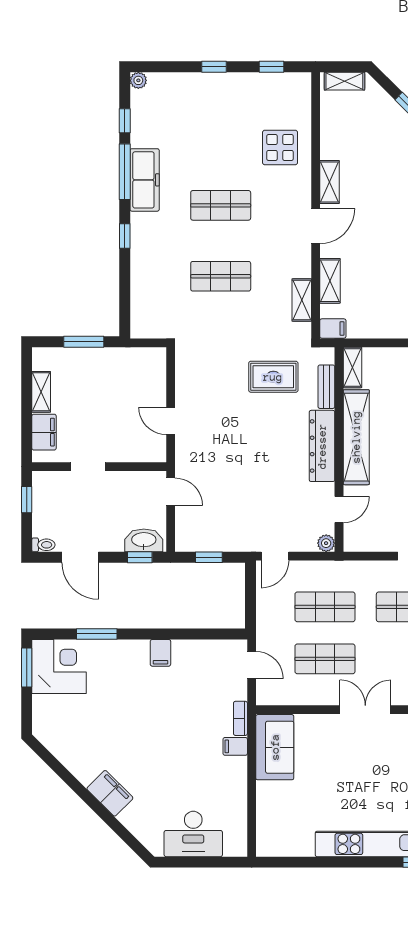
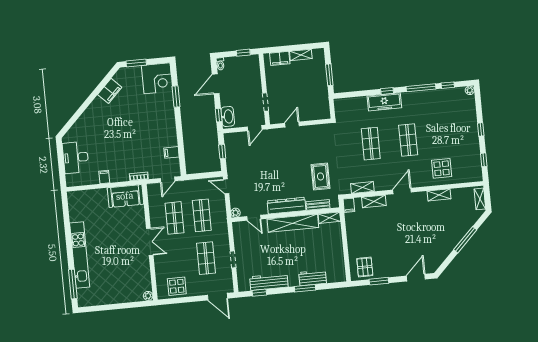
freezer: (145, 180) -> (384, 102), moved
shelving: (330, 182) -> (439, 195), moved
door: (316, 226) -> (402, 191), swing flipped
doorway: (88, 467) -> (266, 102), moved
filing cabinet: (160, 653) -> (171, 152), moved
window: (27, 668) -> (136, 63), moved
filing cabinet: (235, 746) -> (104, 177), moved
filing cabinet: (110, 793) -> (110, 91), moved

